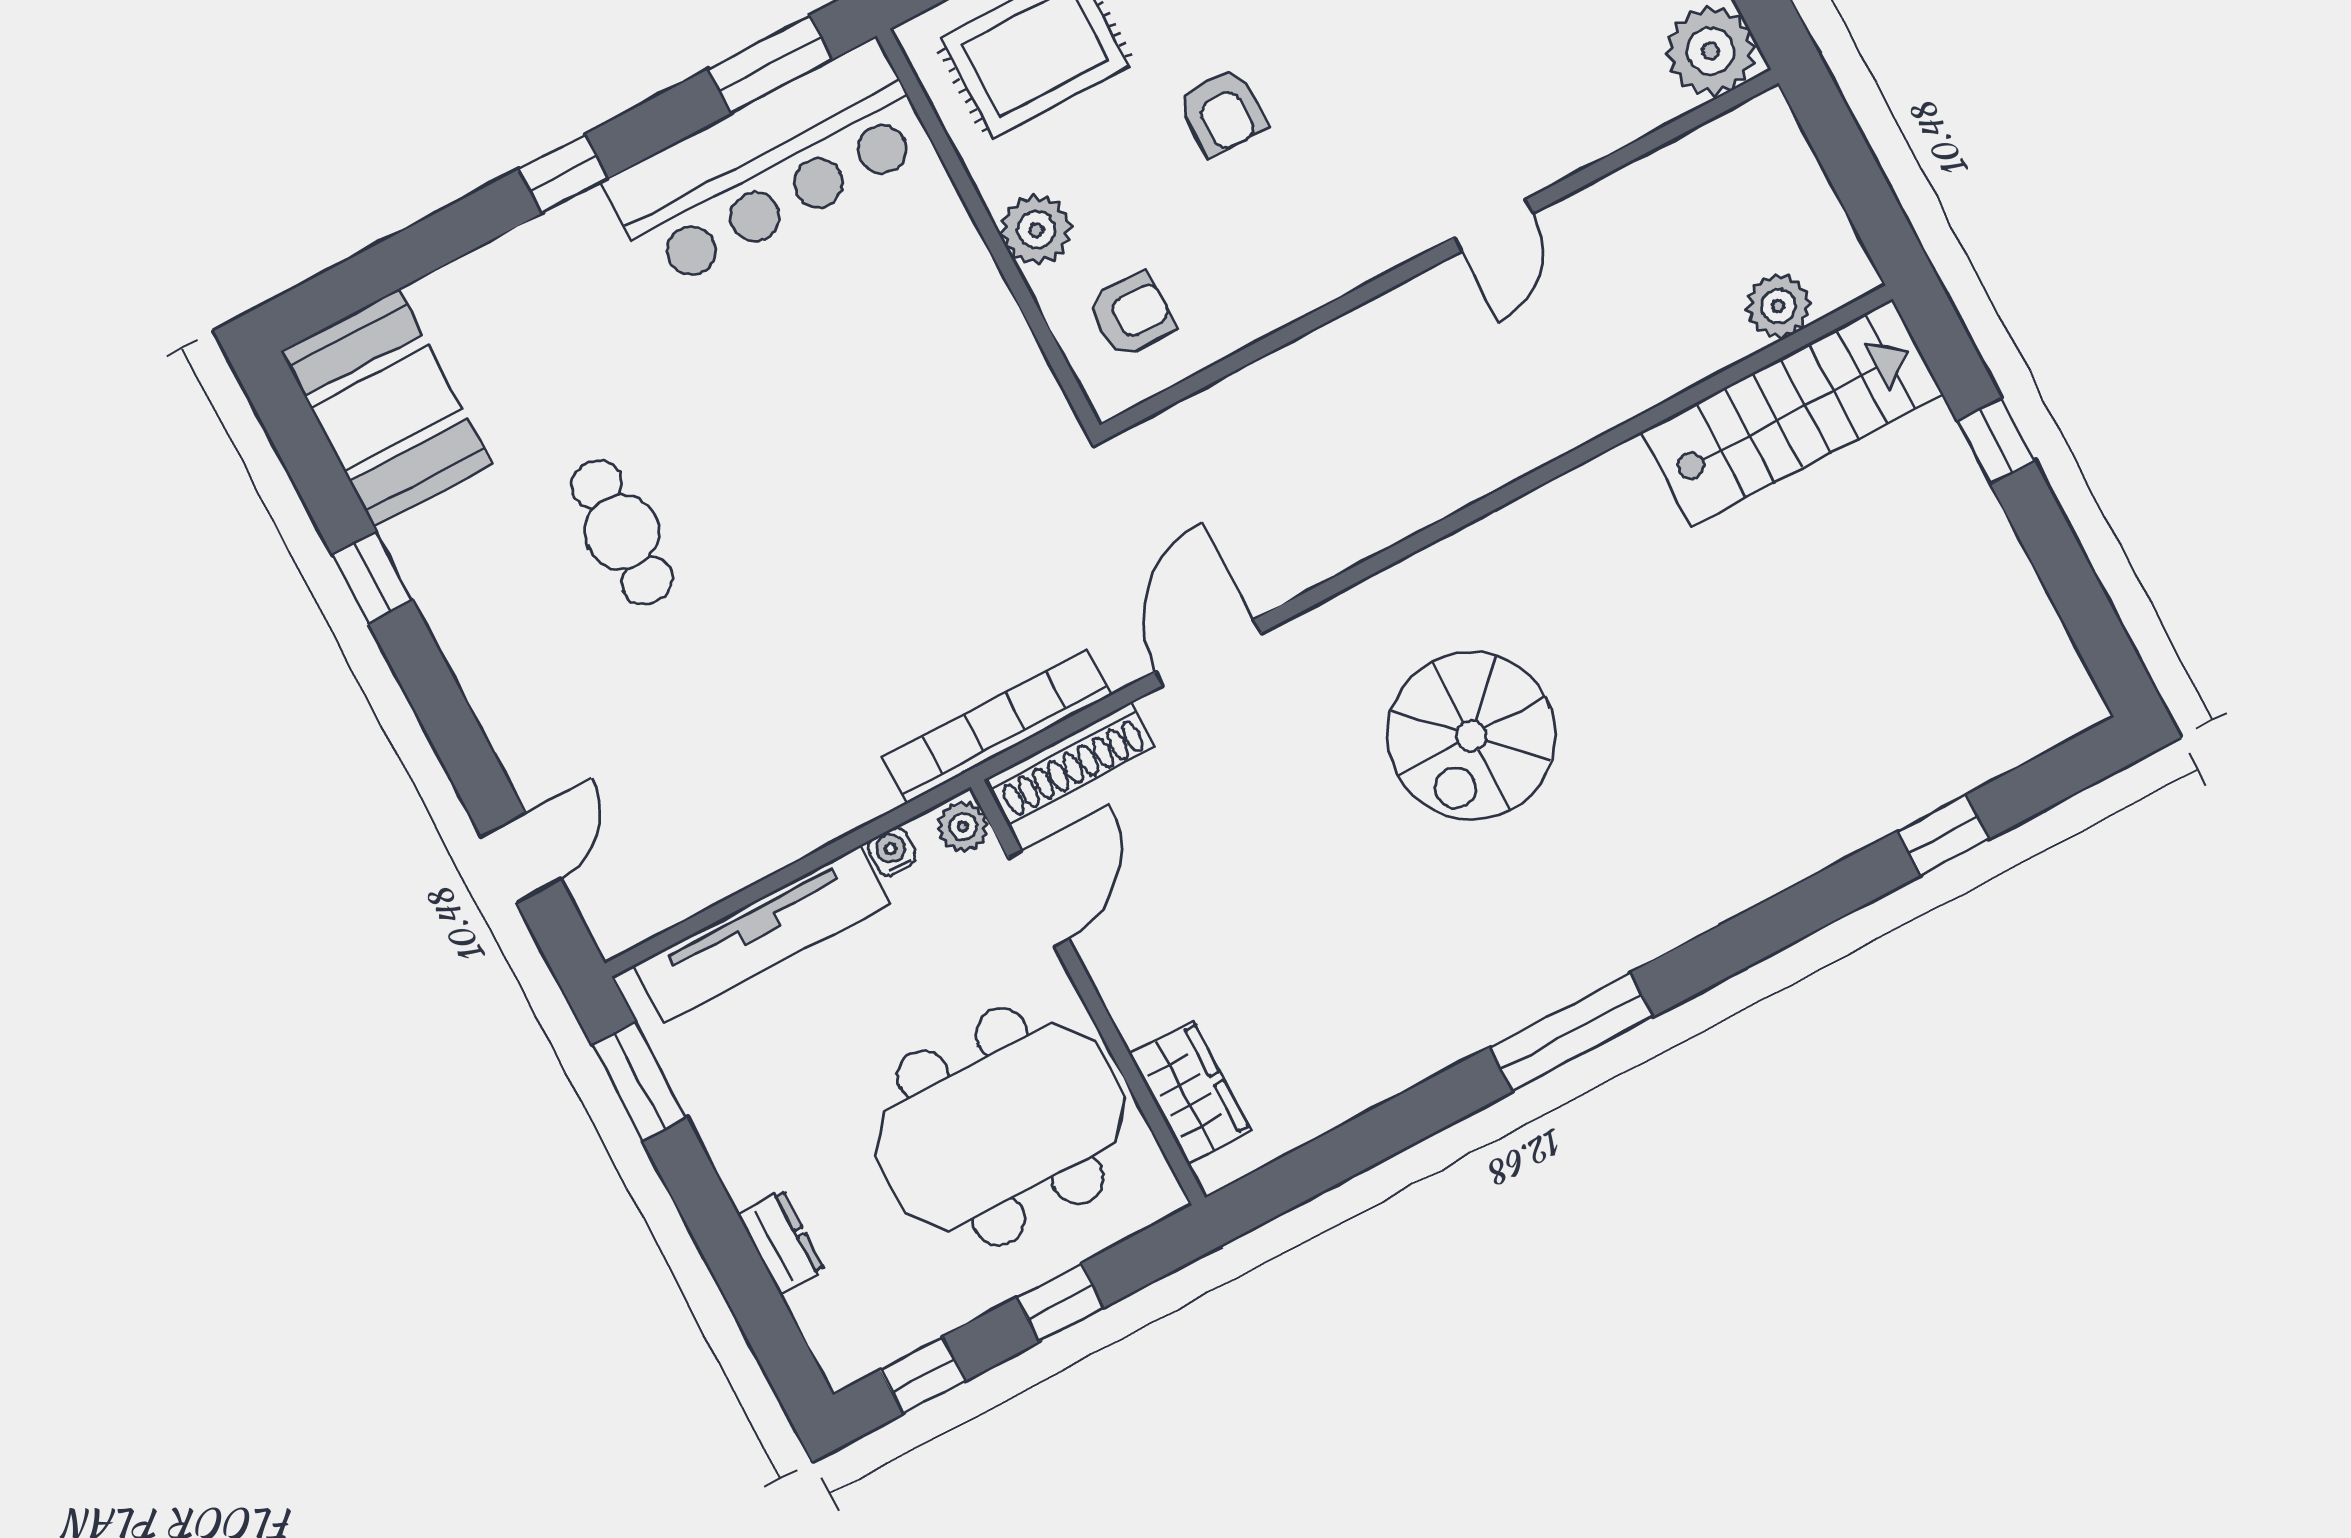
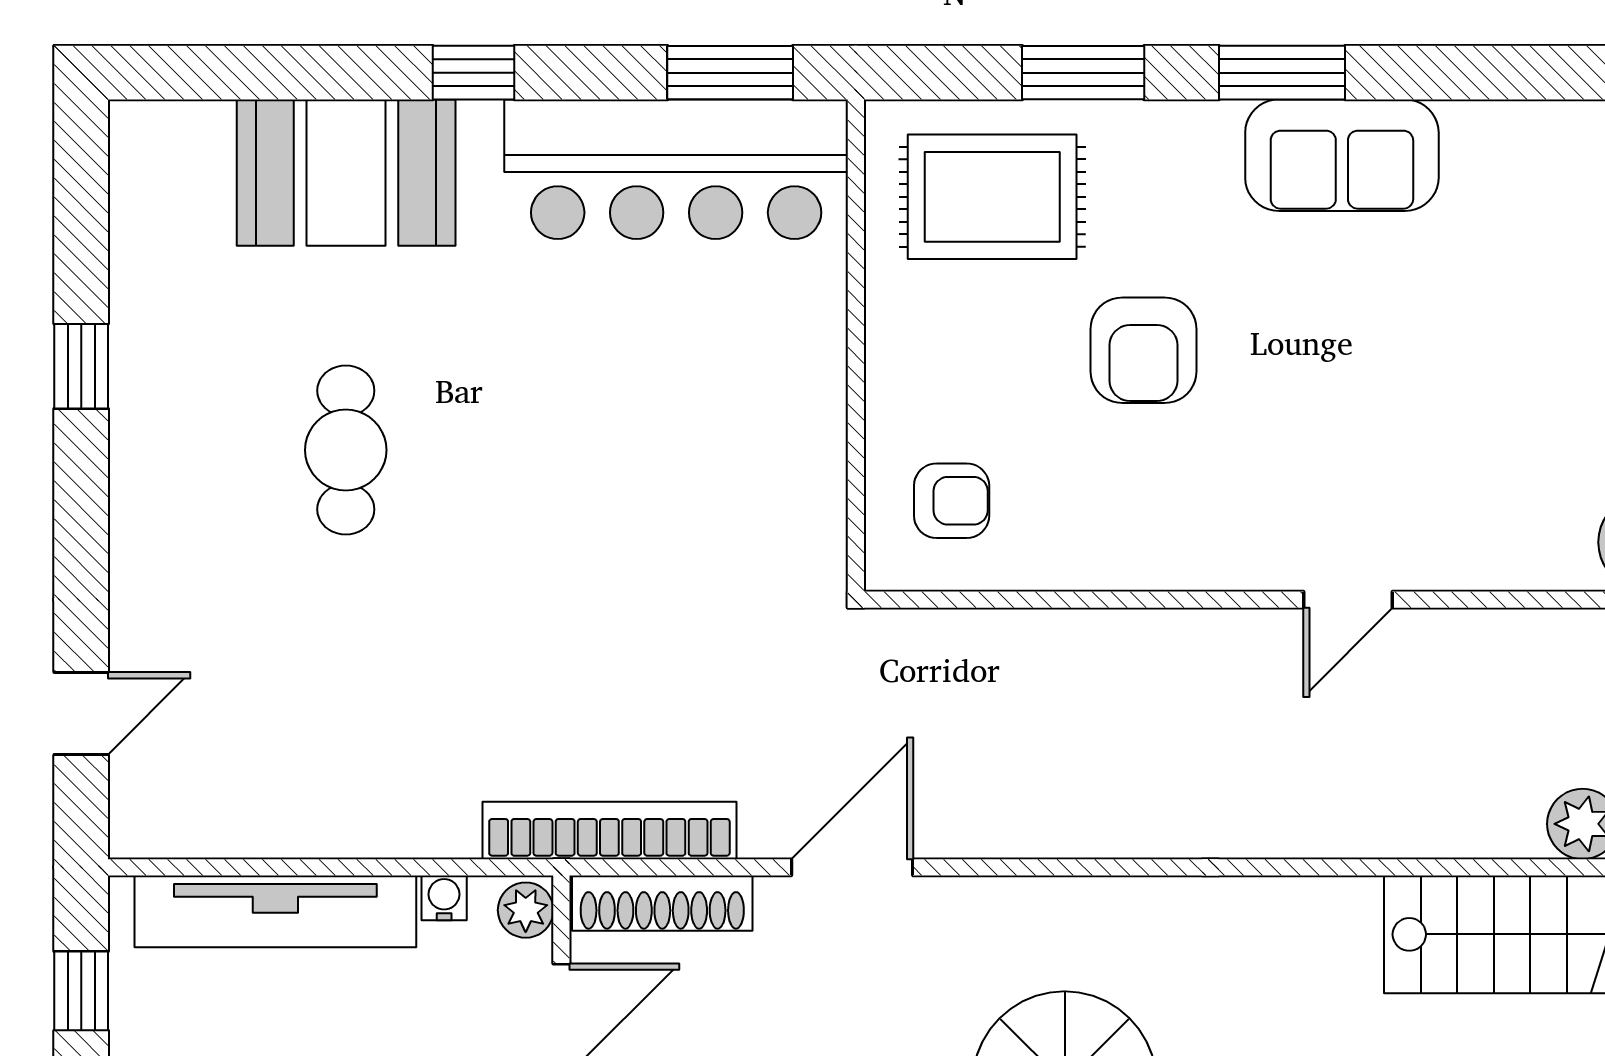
armchair: (1222, 111) -> (1143, 350), width x1.38, depth x1.38
plant: (1036, 230) -> (903, 370), removed
booth: (386, 408) -> (346, 173), moved, turned 90
window: (639, 1081) -> (81, 991), width x0.67

